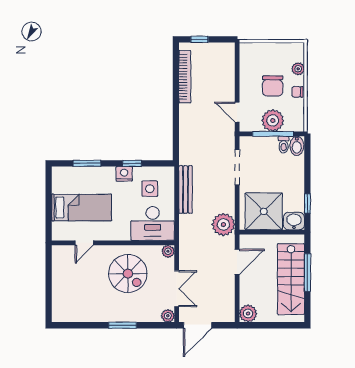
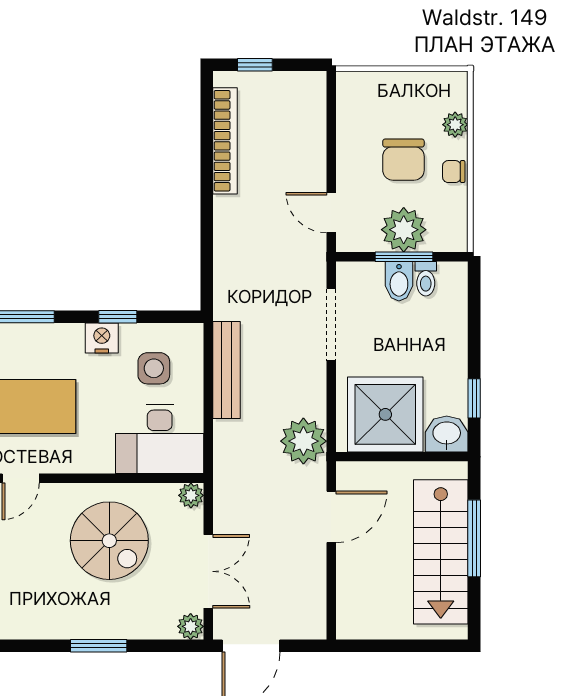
window: (273, 134) -> (404, 257), width x0.69
bidet: (297, 146) -> (399, 281), moved
plant: (248, 314) -> (353, 622), removed

